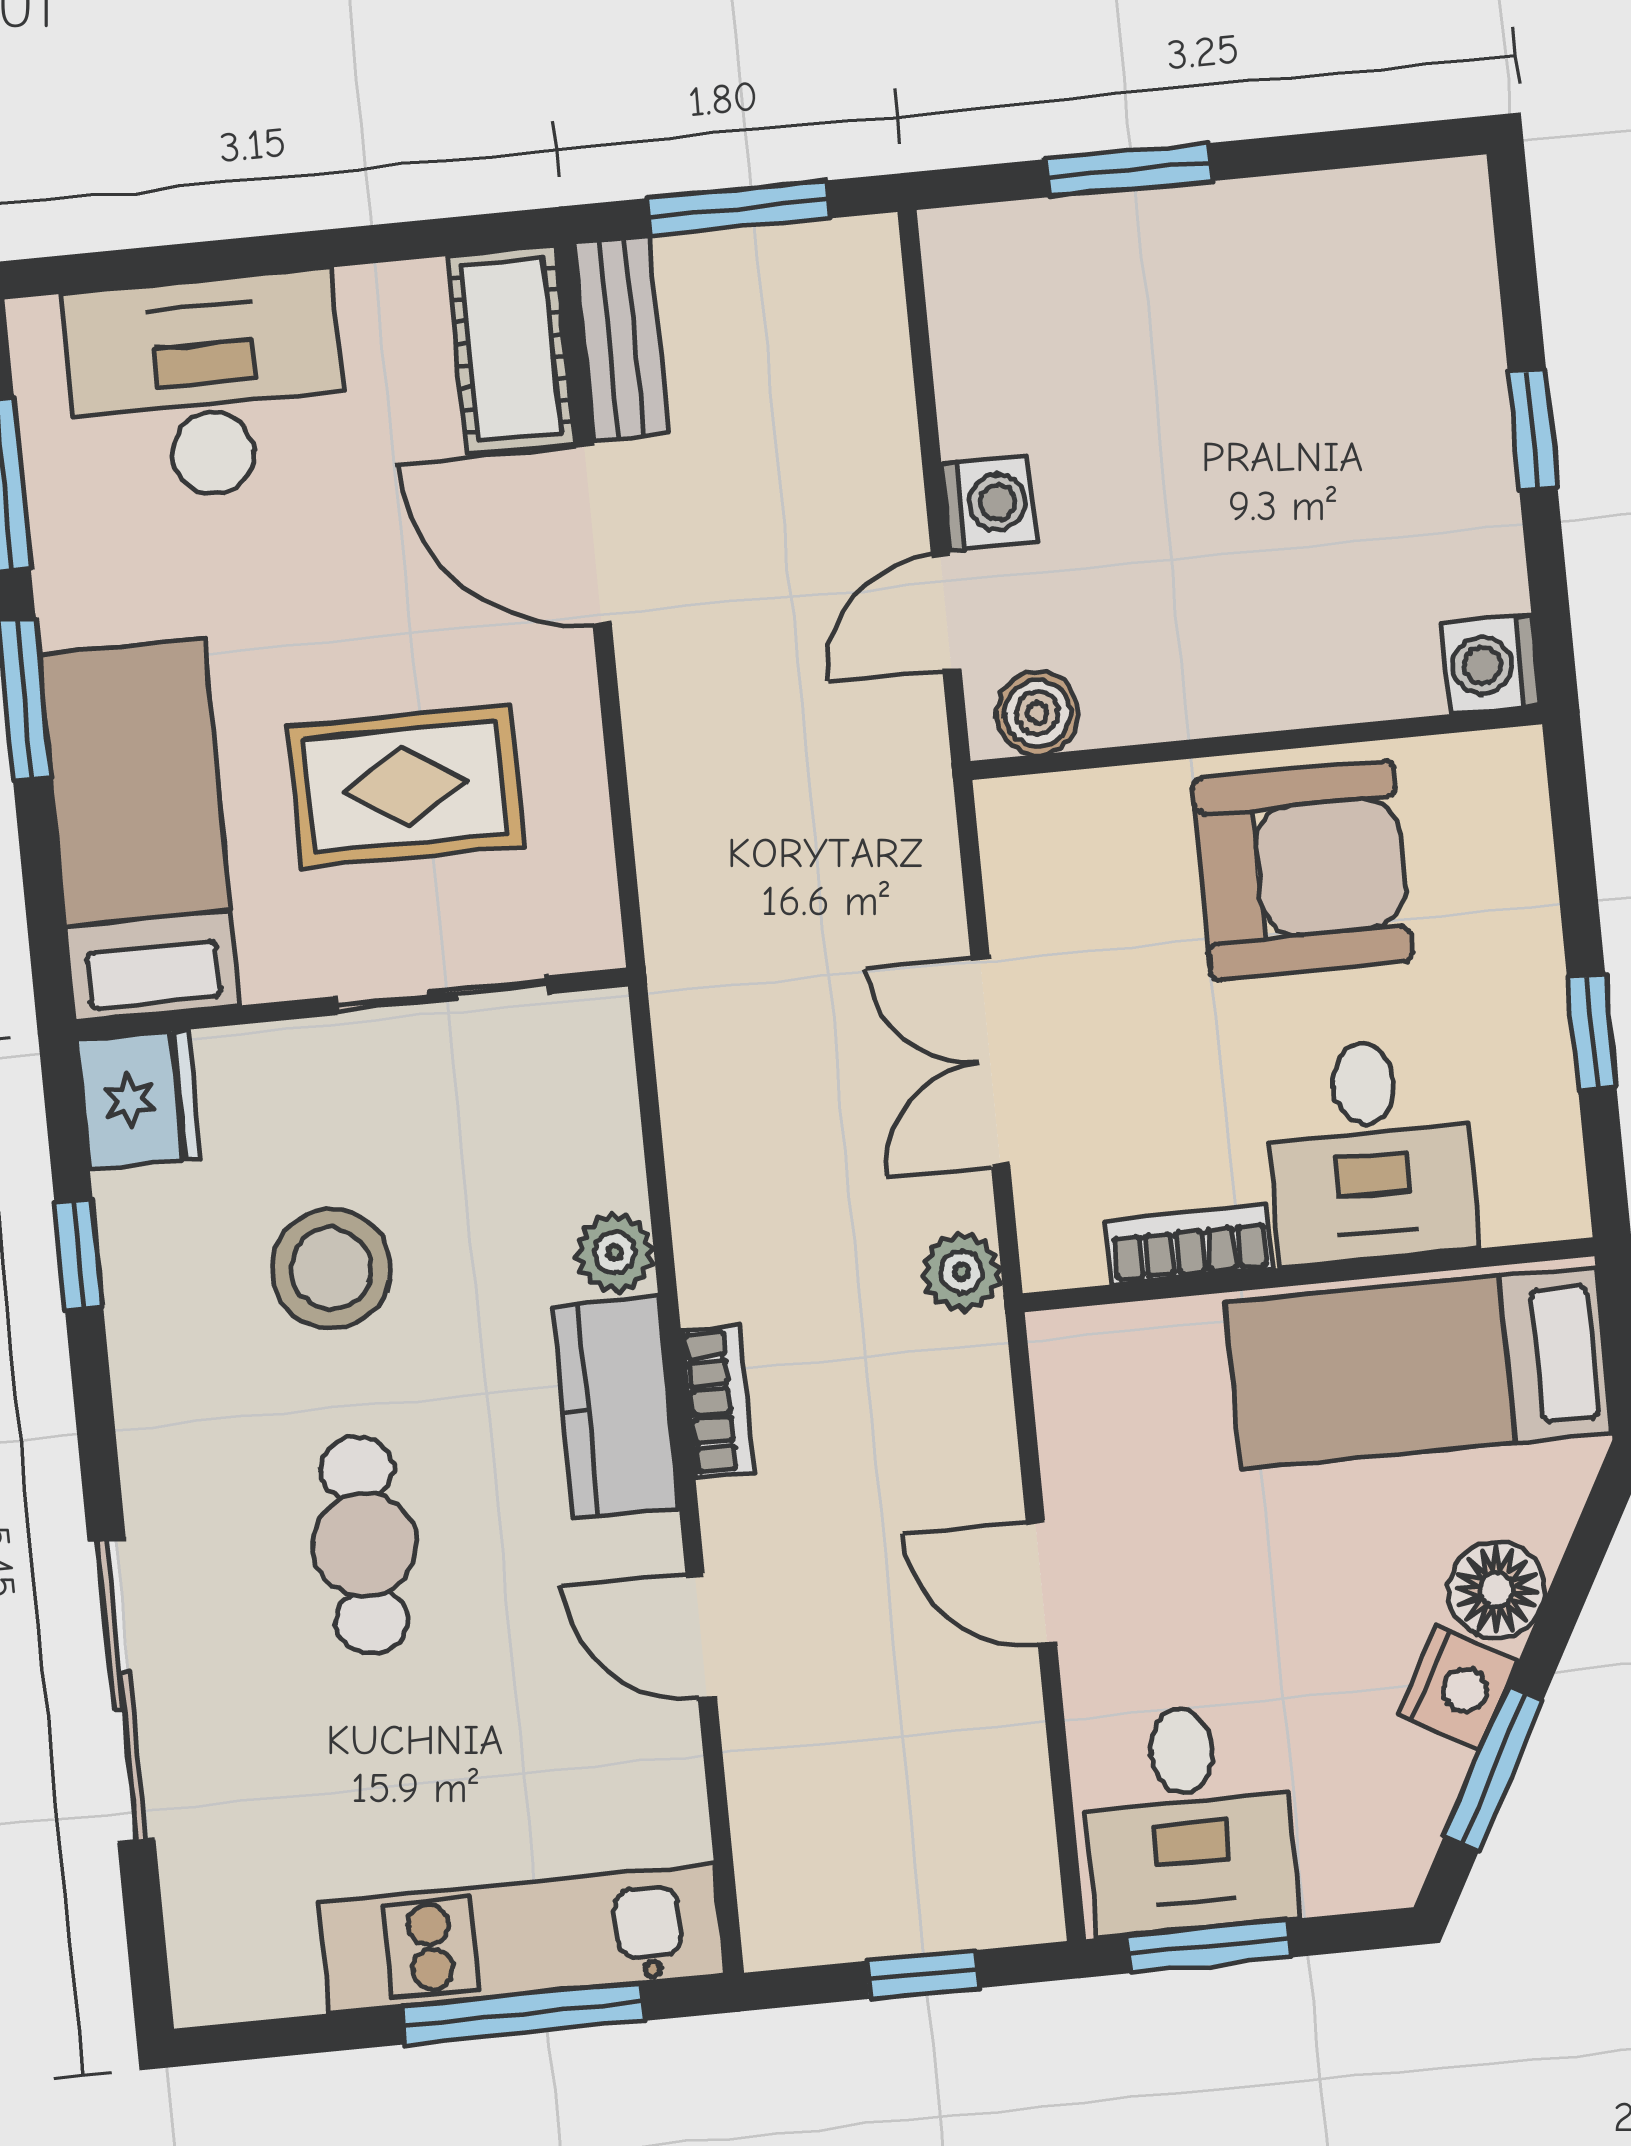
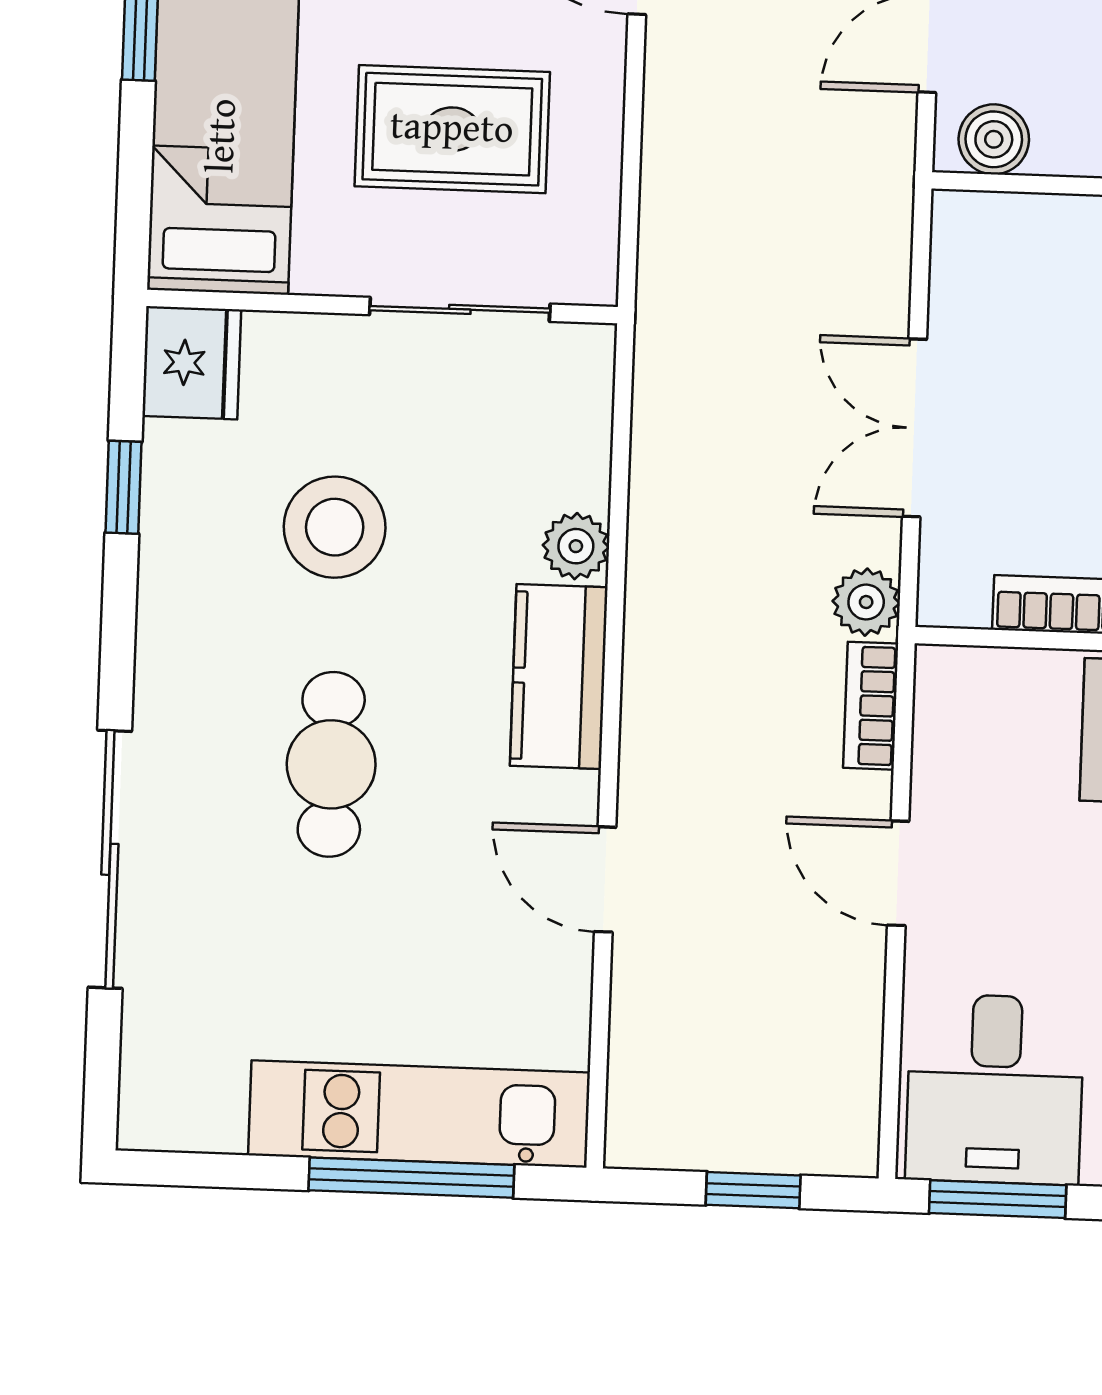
bookcase: (718, 1401) -> (871, 706), moved, turned 180

